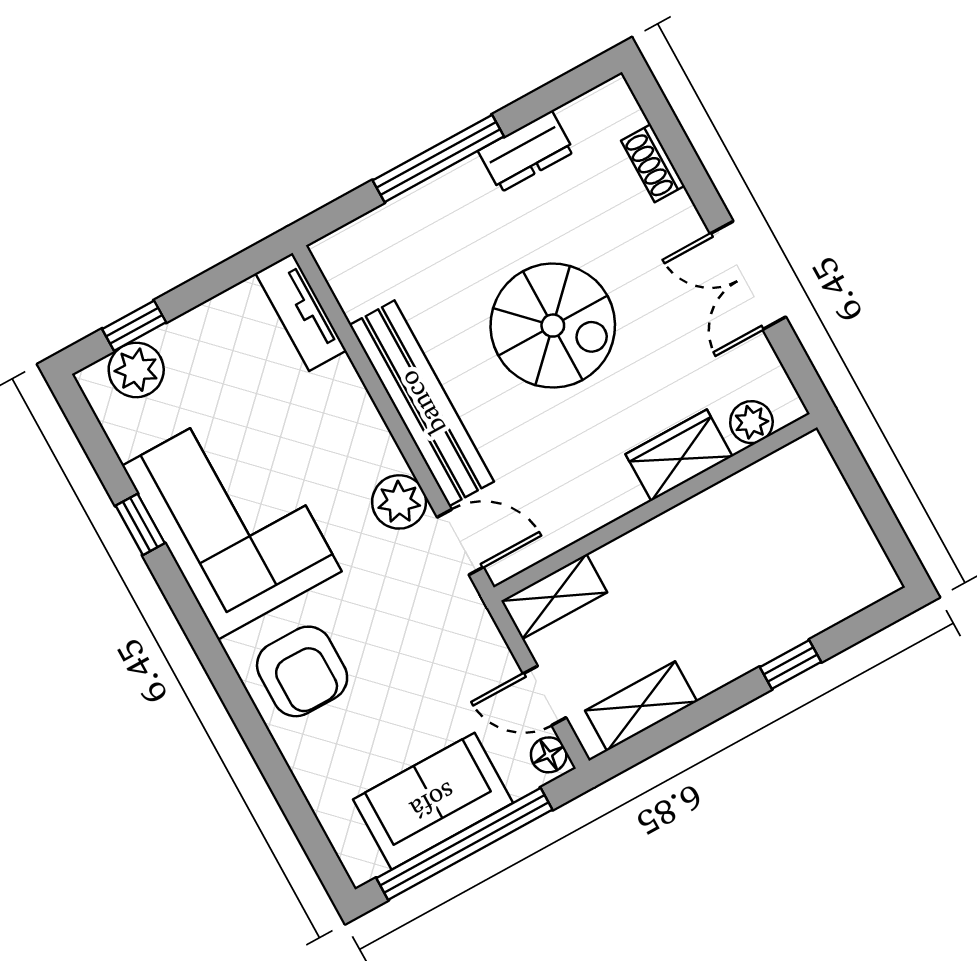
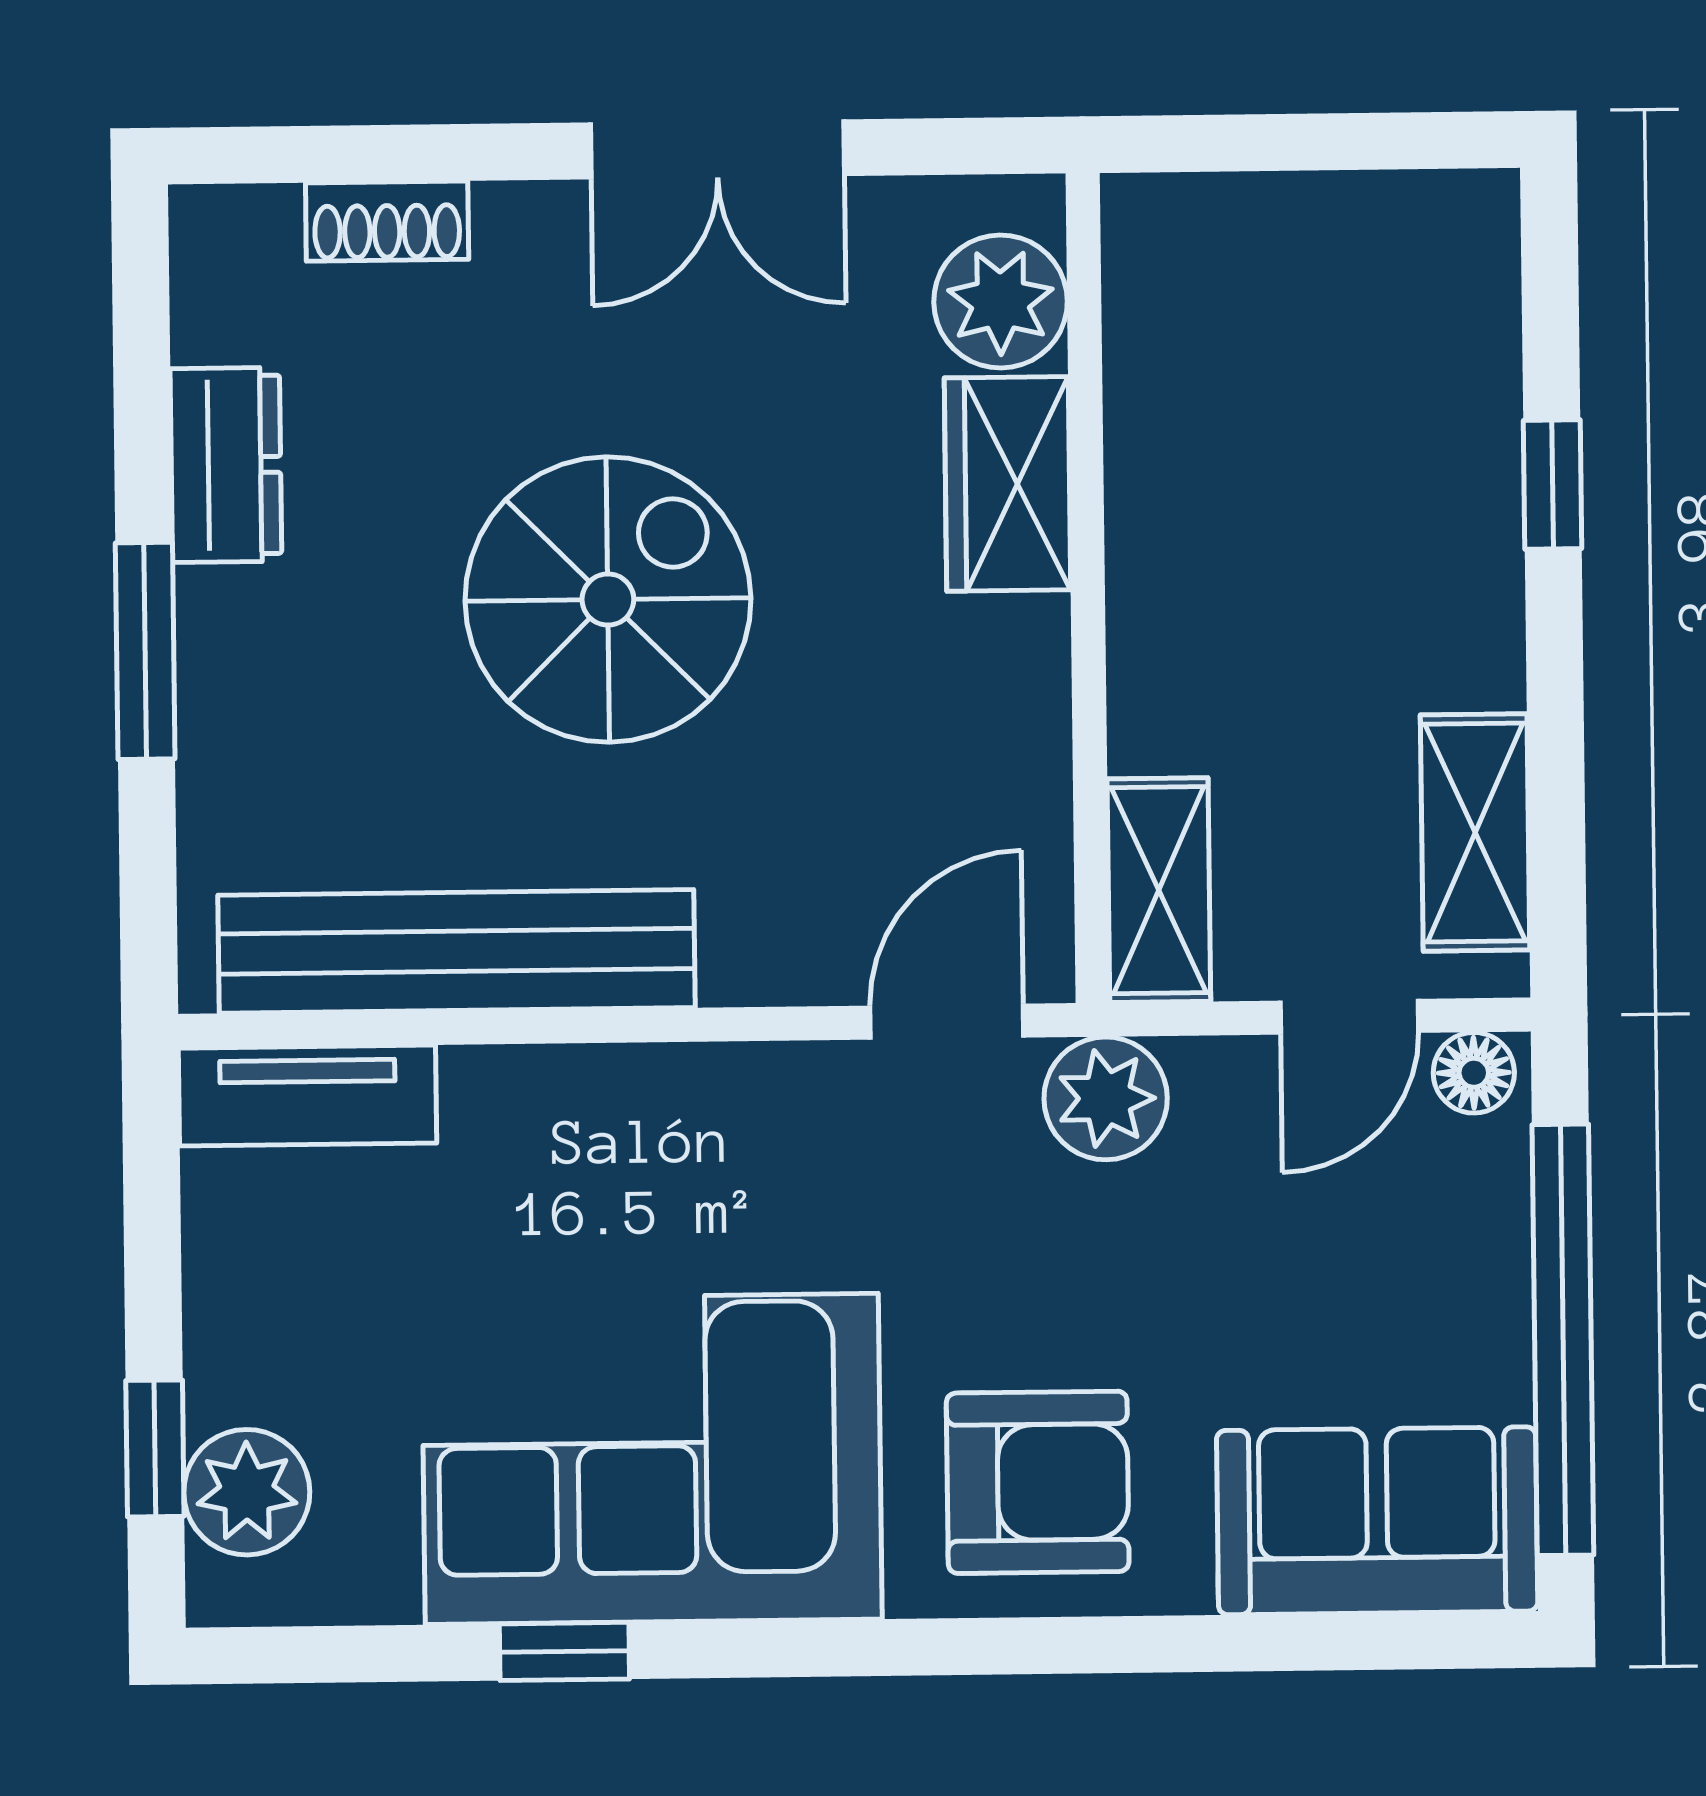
window: (438, 158) -> (145, 651), width x0.69
bench: (422, 403) -> (456, 951), moved
plant: (751, 422) -> (1001, 301), width x1.38, depth x1.38
plant: (399, 502) -> (1106, 1098), moved
sofa: (433, 801) -> (1377, 1521), moved, turned 90

